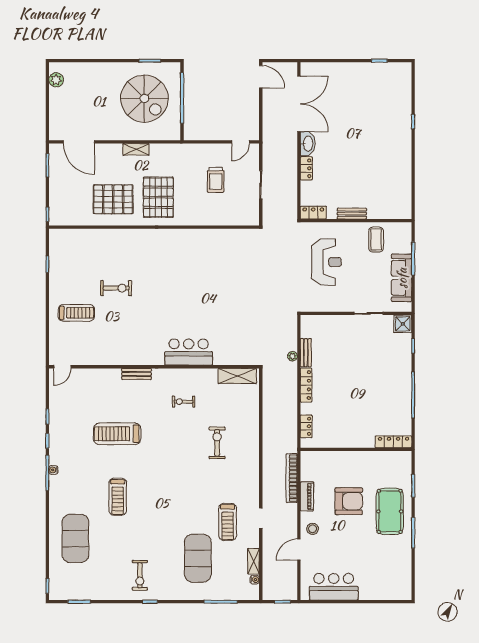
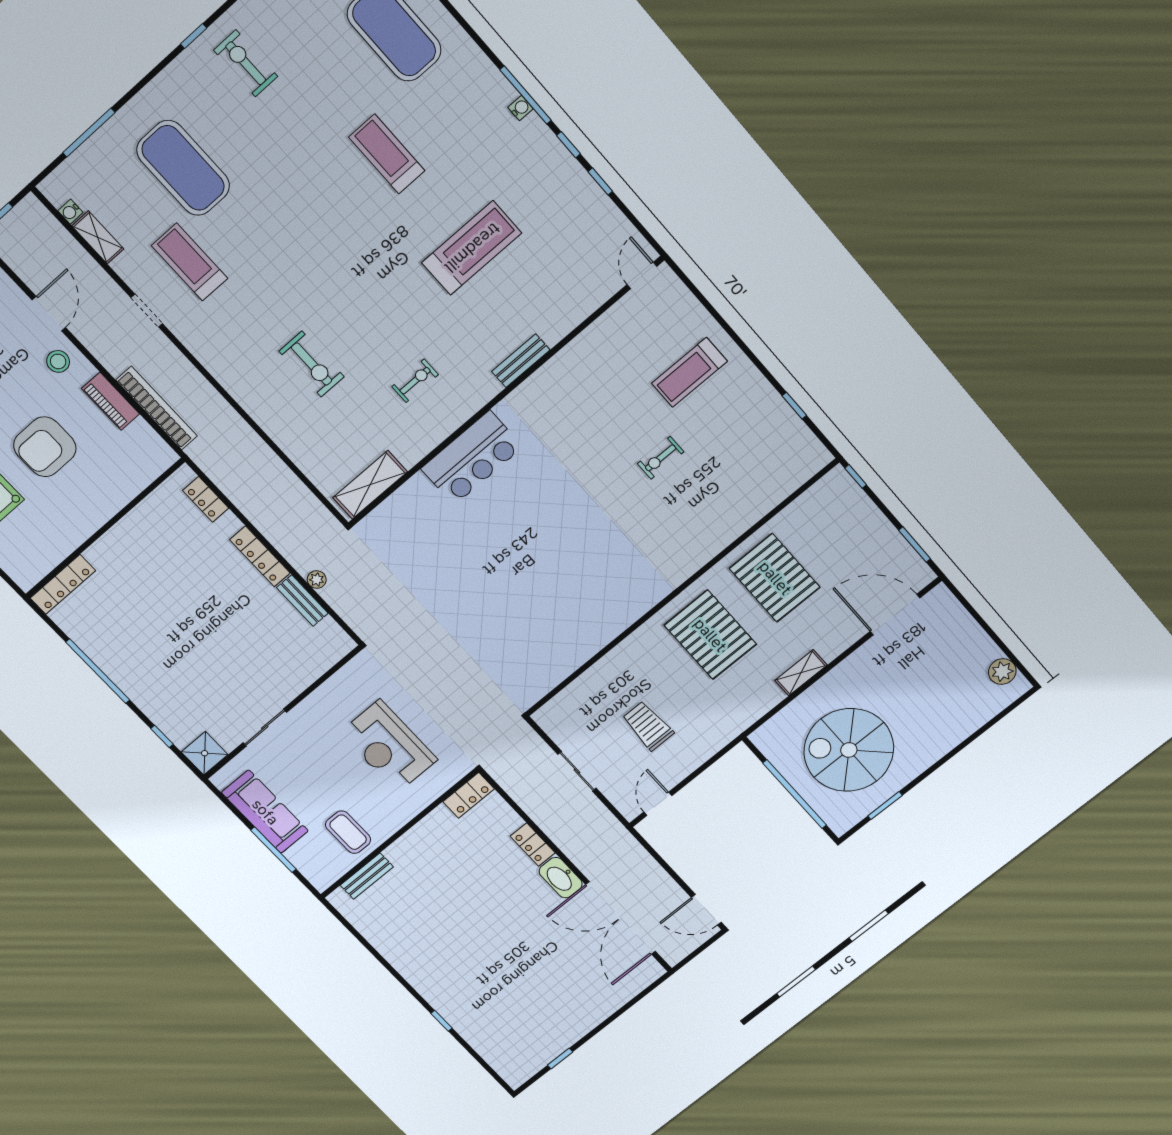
pallet: (113, 199) -> (775, 578), turned 90
bench: (352, 214) -> (367, 876), moved
exercise bike: (116, 288) -> (661, 458), width x0.73, depth x0.72

